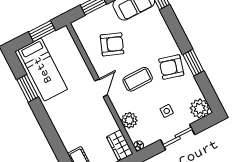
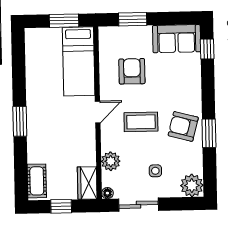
armchair: (112, 44) -> (132, 71), turned -111
bed: (43, 70) -> (79, 61), moved
window: (27, 88) -> (20, 121), moved
sliding door: (178, 137) -> (138, 205), moved

